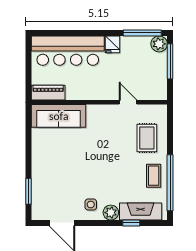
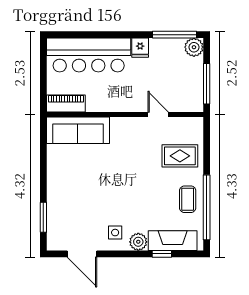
window: (170, 61) -> (207, 84), moved
rug: (147, 138) -> (180, 156), turned 90

